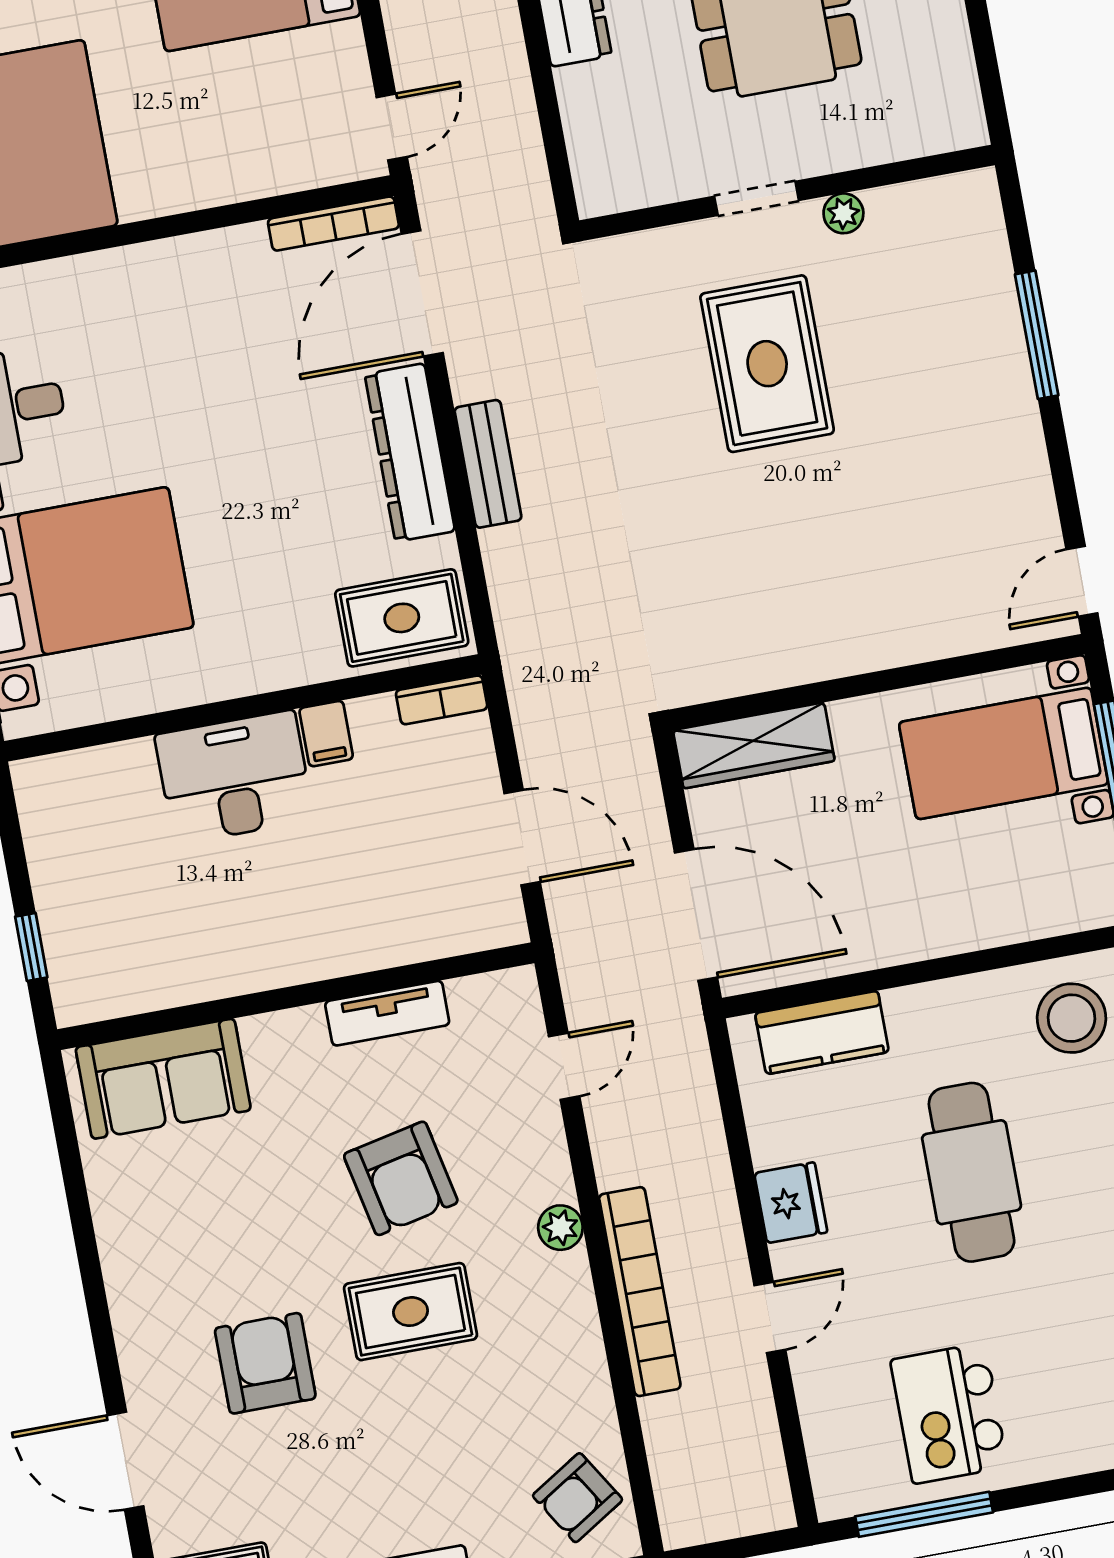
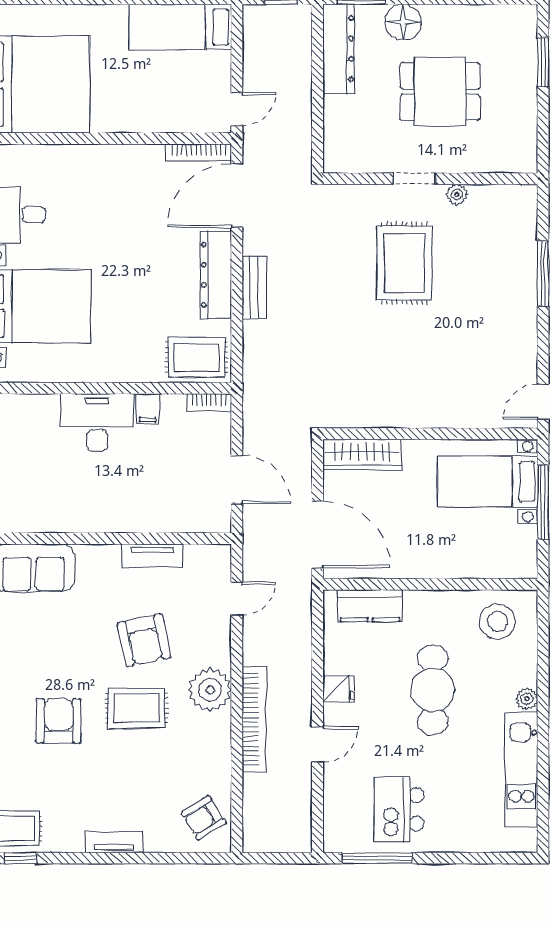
fridge: (791, 1203) -> (339, 689), width x0.72
plant: (560, 1228) -> (210, 690), width x1.88, depth x1.88

